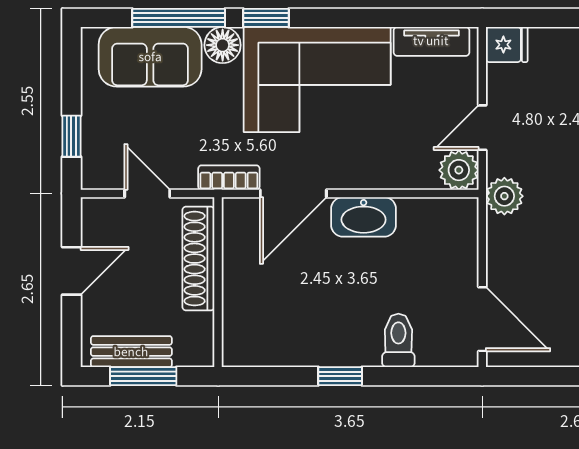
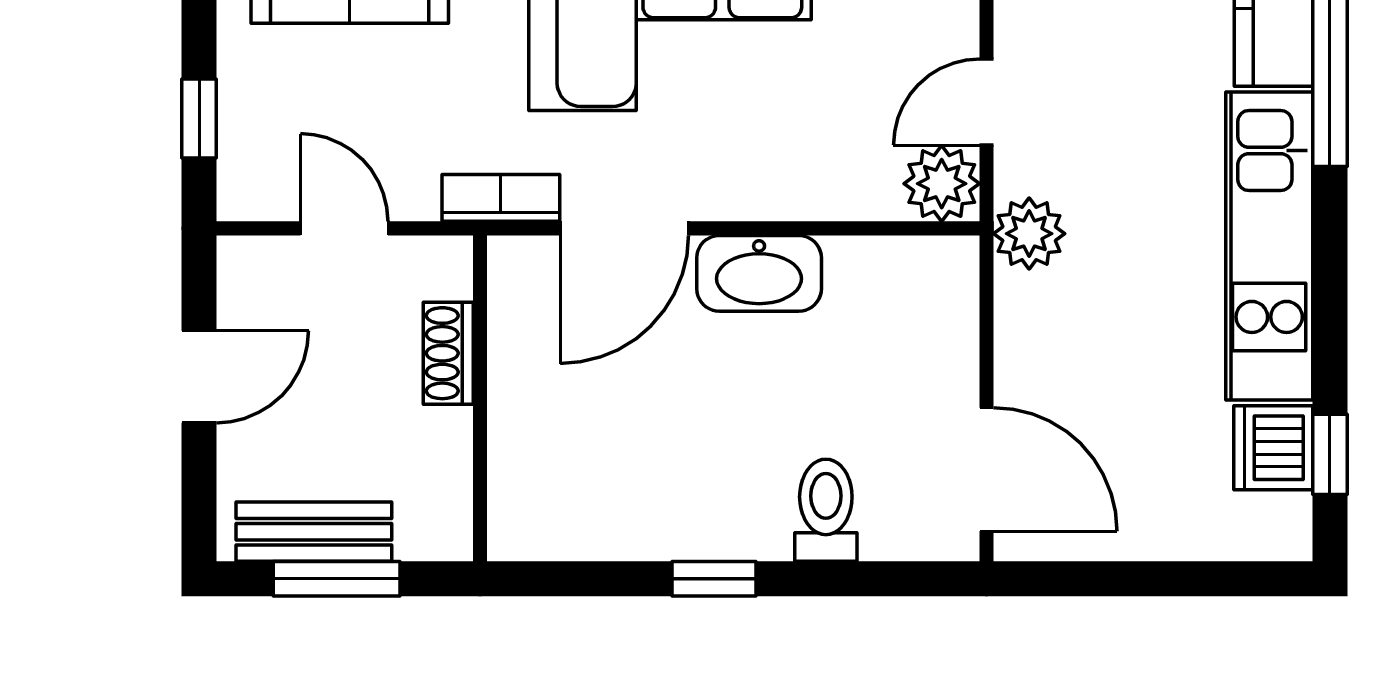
shoe rack: (198, 259) -> (448, 353), width x0.51, depth x0.81

